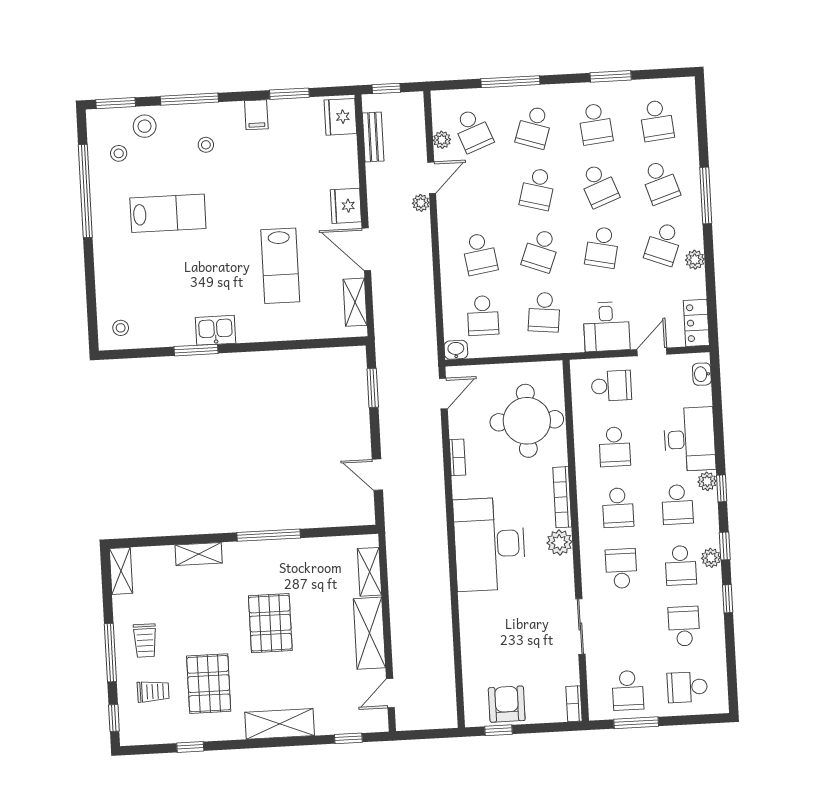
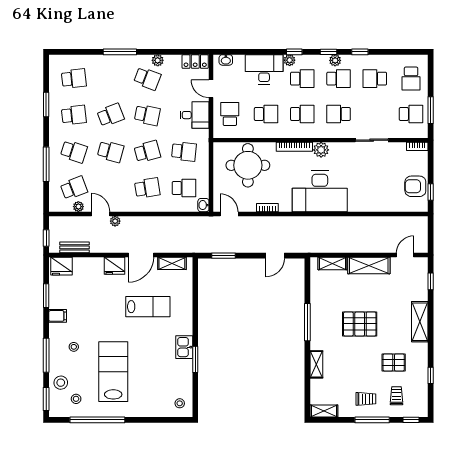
school desk: (660, 182) -> (111, 79), removed
lab bench: (168, 213) -> (113, 372), width x1.36, depth x1.39
school desk: (541, 250) -> (147, 151), turned -36
pallet: (209, 684) -> (394, 362), width x0.67, depth x0.71
door: (390, 693) -> (405, 255), swing flipped

